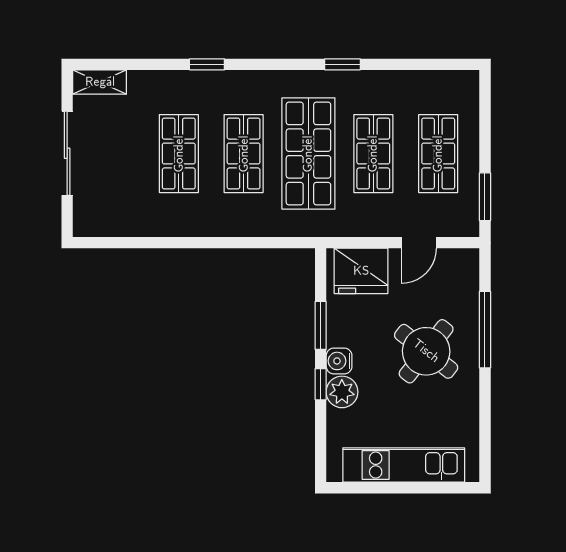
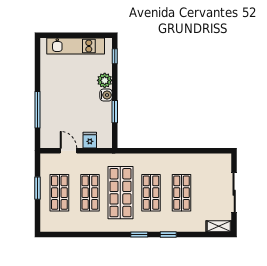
window: (342, 64) -> (139, 235), moved
window: (485, 197) -> (37, 188), moved
door: (419, 243) -> (69, 151), hinge flipped
fridge: (361, 271) -> (90, 140), width x0.53, depth x0.75
round table: (426, 351) -> (65, 100), removed
window: (321, 384) -> (115, 56), moved

